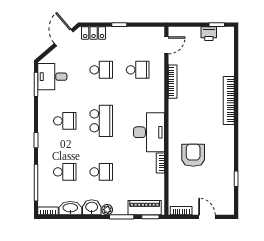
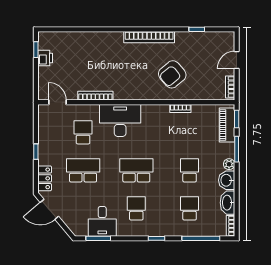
school desk: (101, 70) -> (83, 170), width x1.85
desk: (52, 77) -> (102, 221), moved
bookcase: (229, 101) -> (149, 37), moved
desk: (149, 132) -> (120, 120), moved
armchair: (193, 155) -> (172, 74), turned -40

